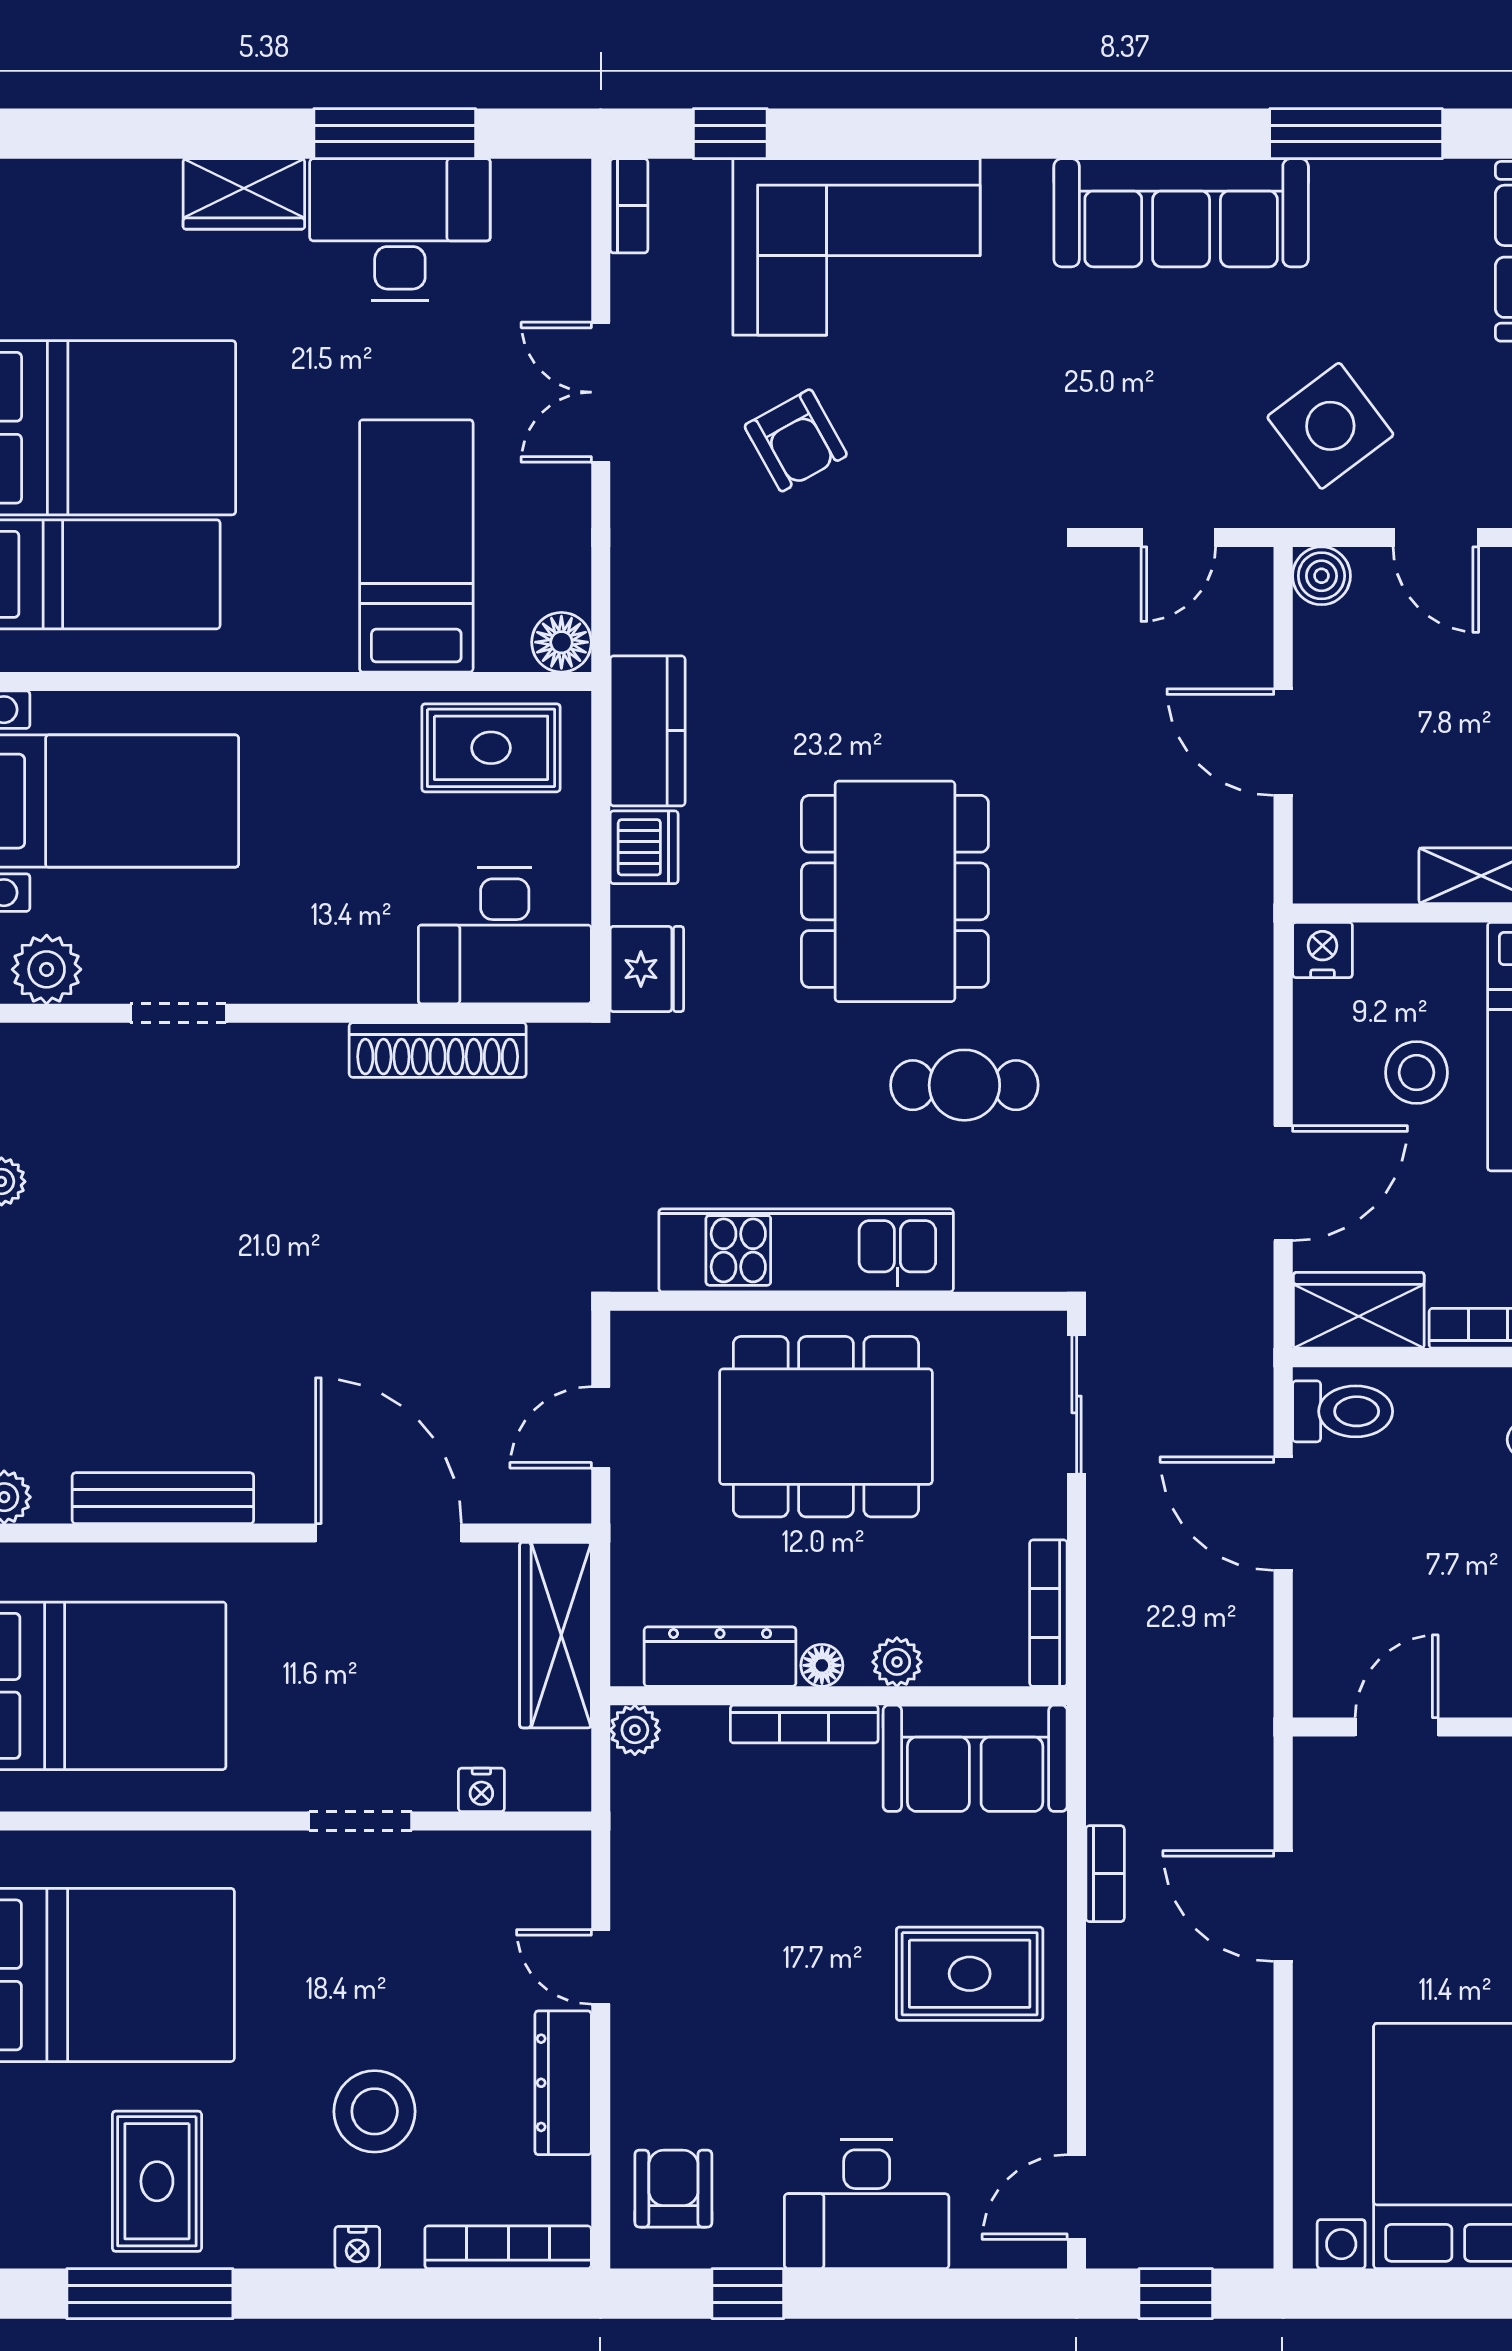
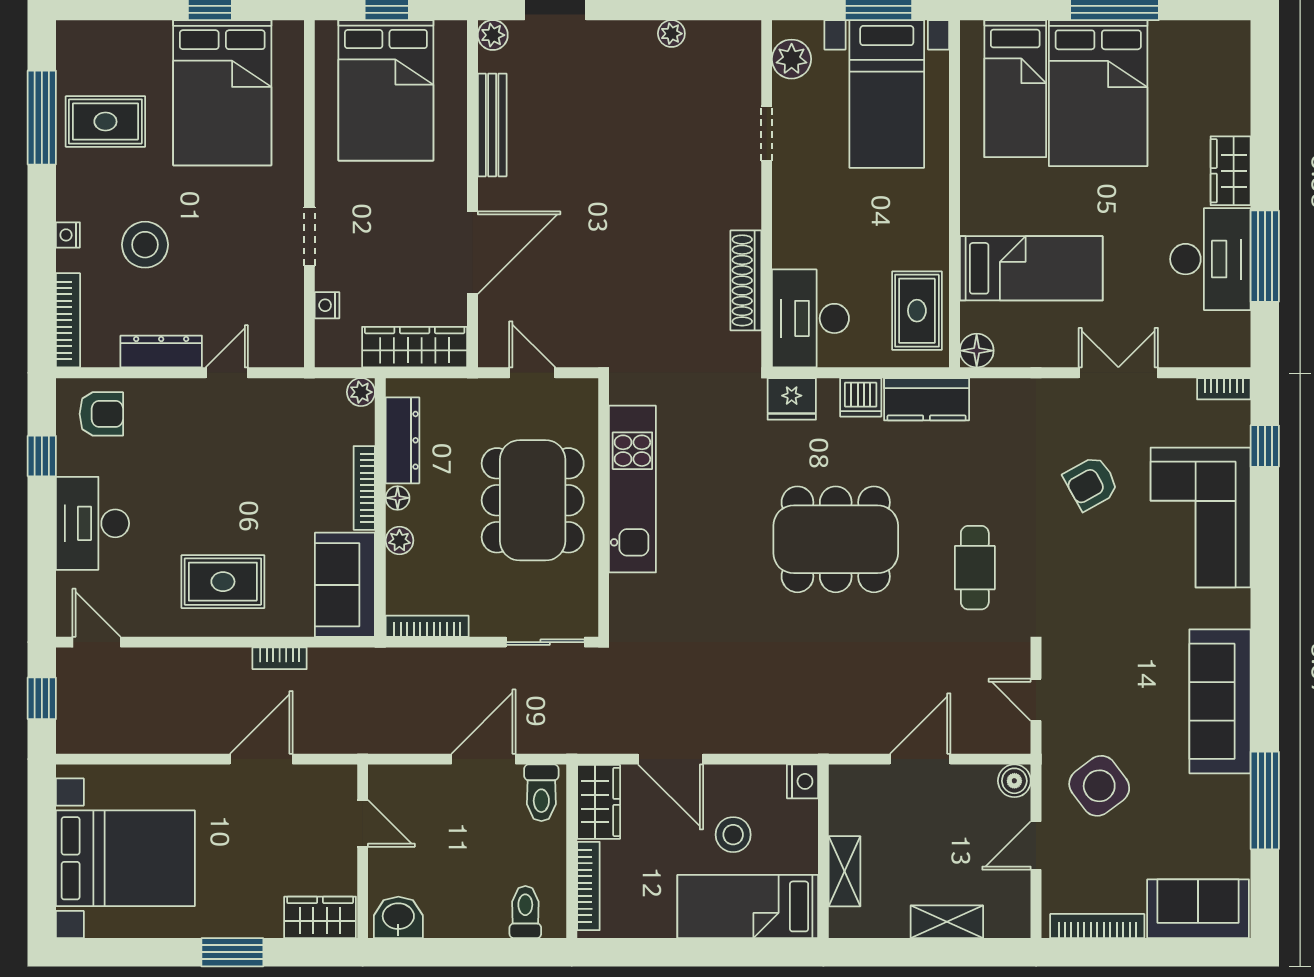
cafe table: (964, 1085) -> (975, 568), moved
rug: (970, 1974) -> (223, 582), turned 90

